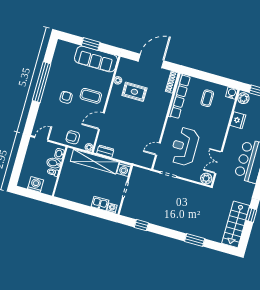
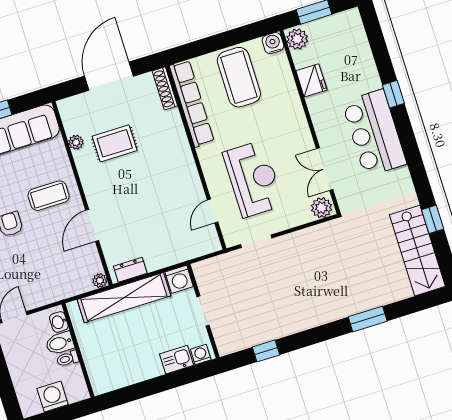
coffee table: (207, 98) -> (239, 77), width x1.86, depth x1.72
armchair: (73, 137) -> (63, 282), removed
reception desk: (185, 147) -> (253, 179), turned 180

